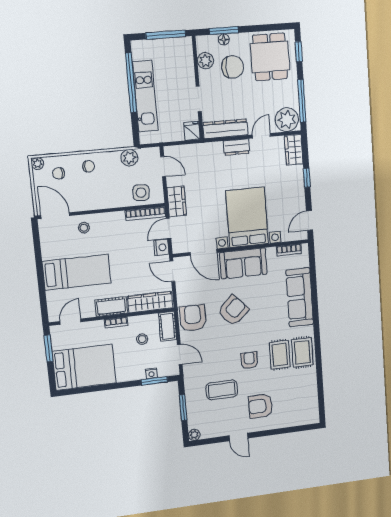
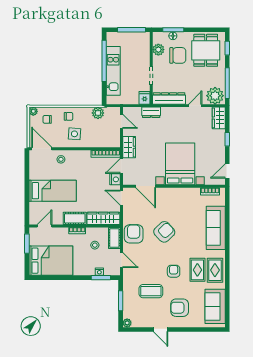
dresser: (236, 147) -> (151, 112), moved
side table: (141, 193) -> (74, 134), moved
sofa: (243, 263) -> (215, 306), moved, turned 90

